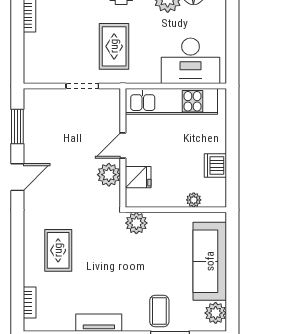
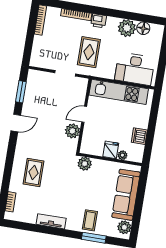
fridge: (138, 177) -> (111, 150), moved, turned -90

